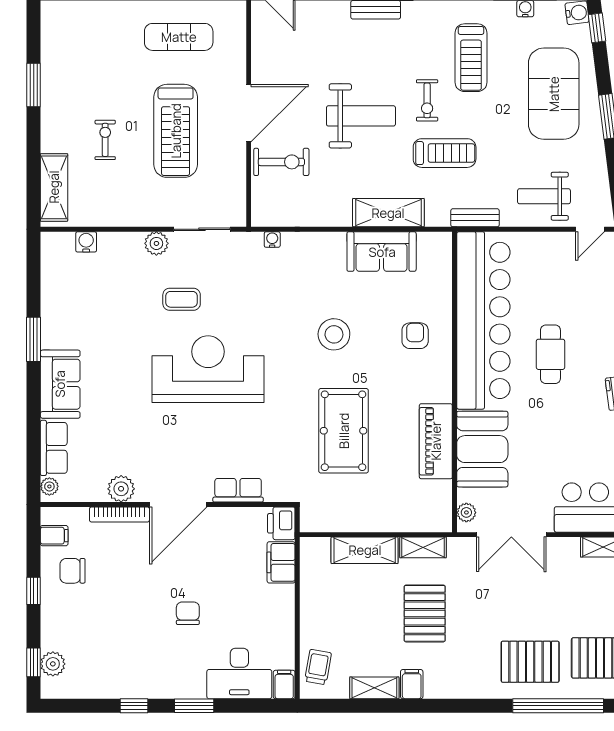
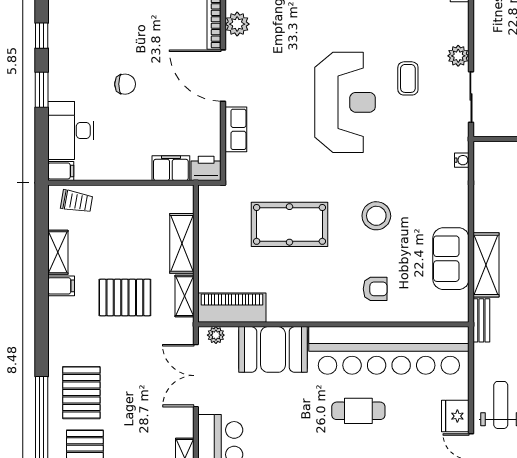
bench: (475, 218) -> (481, 320), moved
fridge: (556, 247) -> (455, 416), added
piano: (436, 441) -> (232, 308), moved

